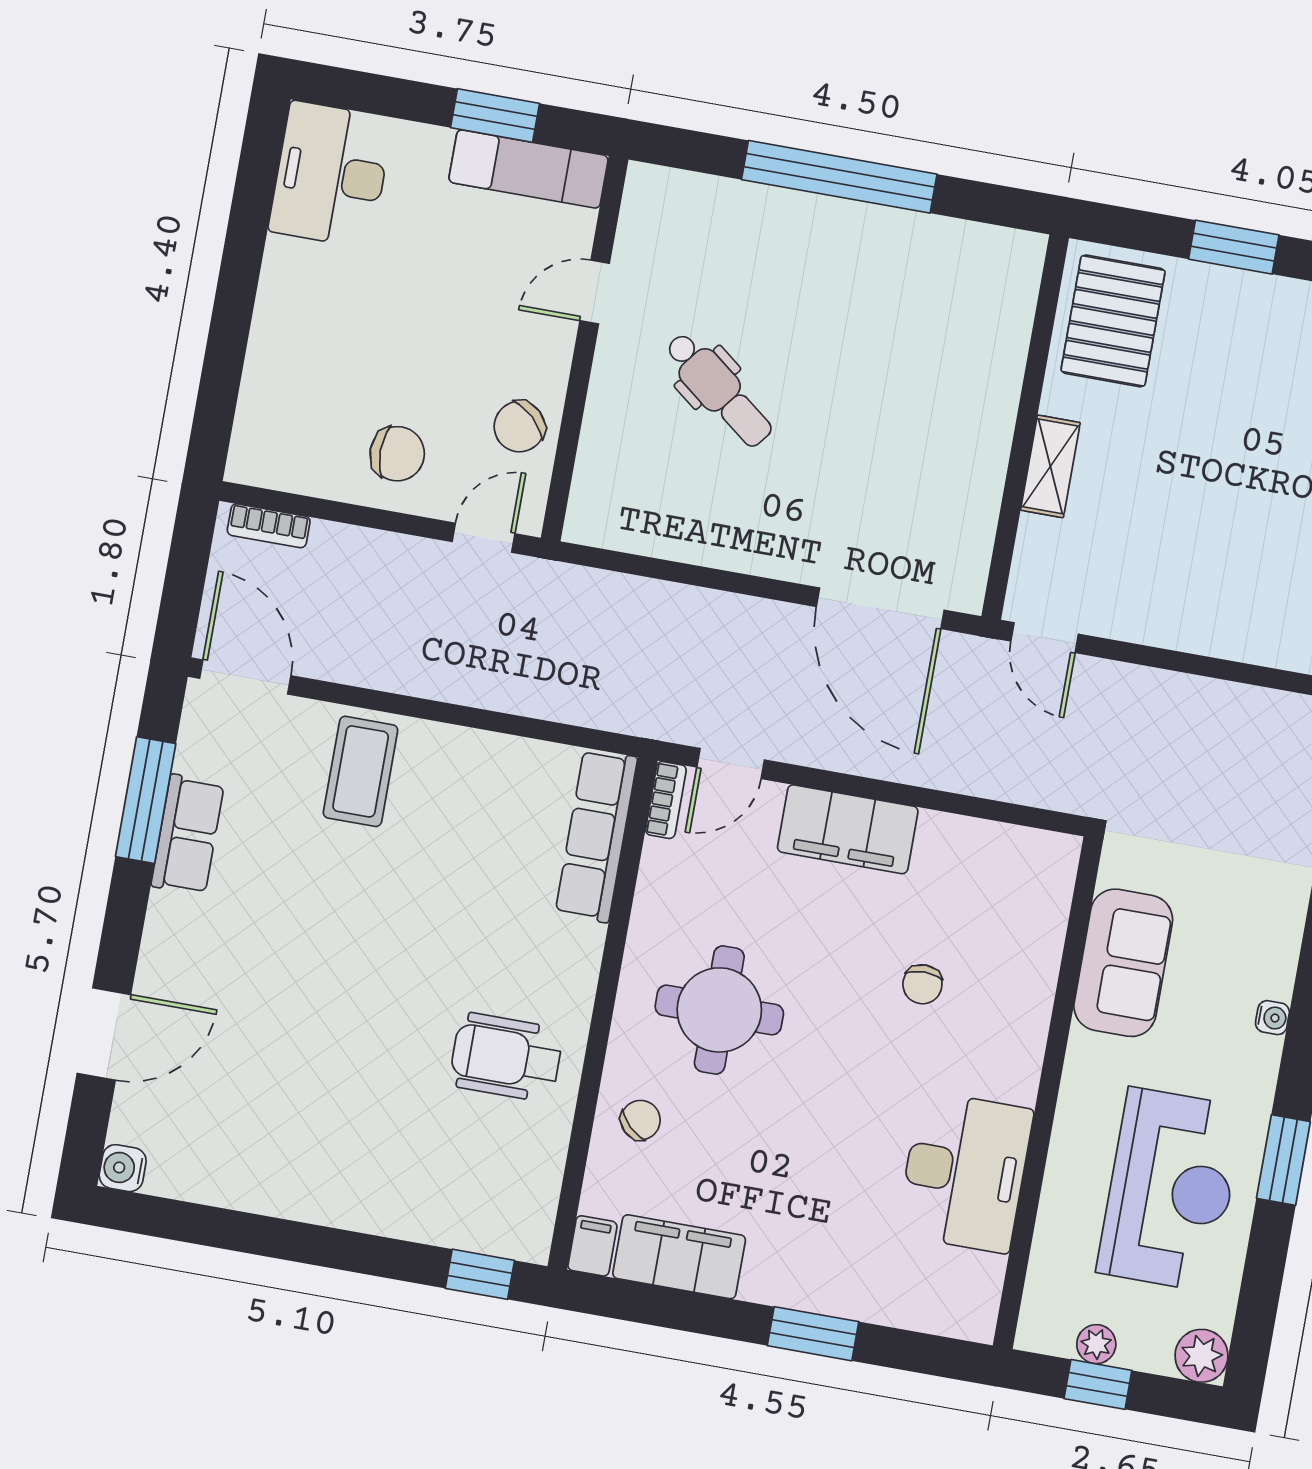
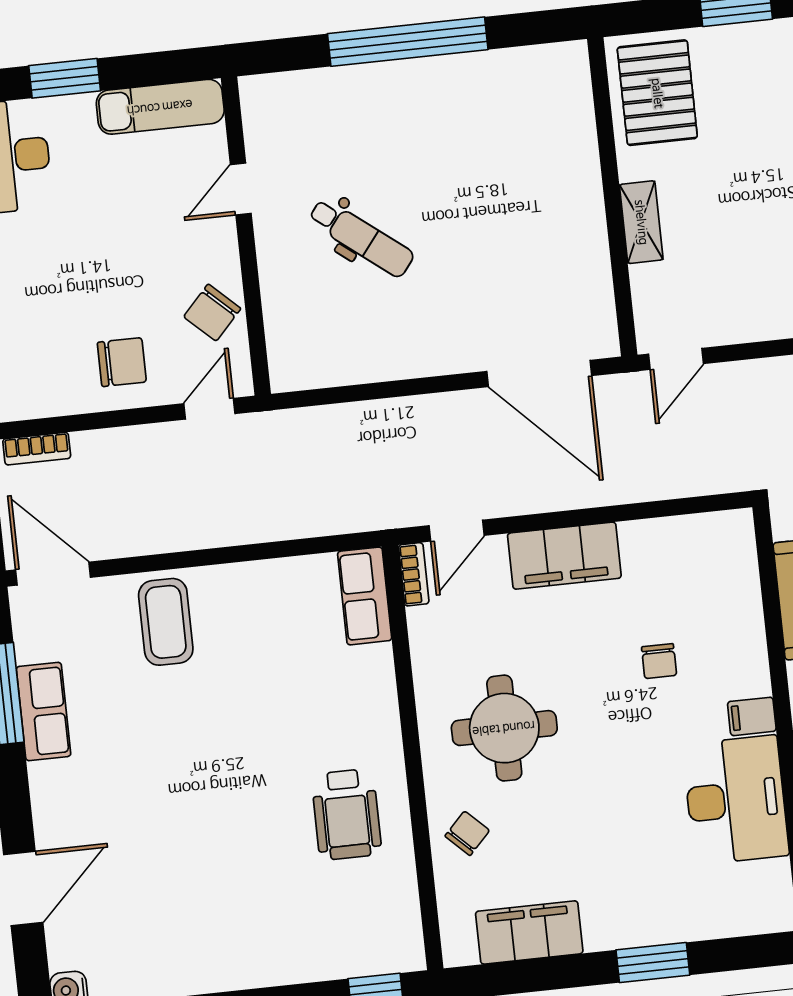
window: (495, 116) -> (65, 78), moved
door: (1045, 638) -> (676, 359), hinge flipped
row of seats: (596, 836) -> (365, 596), width x0.68
wheelchair: (506, 1057) -> (346, 814), turned -90
filing cabinet: (592, 1246) -> (752, 716), moved, turned -90

